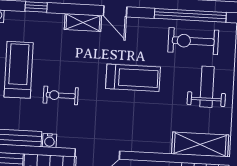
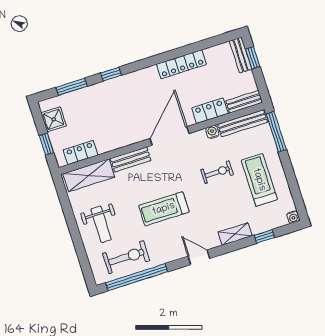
shelving: (83, 22) -> (235, 234), moved
treadmill: (19, 70) -> (259, 180), turned 180
bench: (149, 144) -> (131, 159), added

